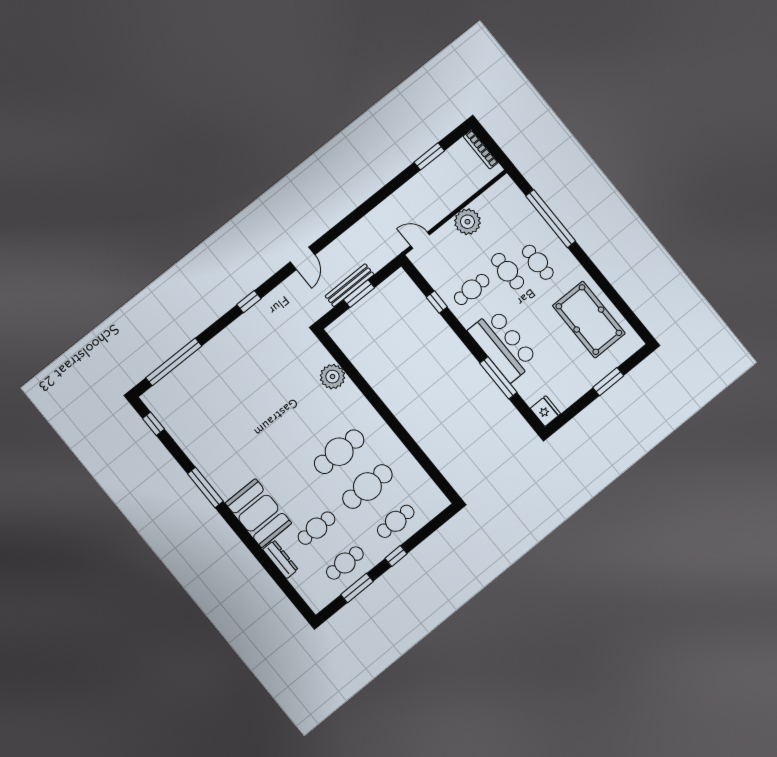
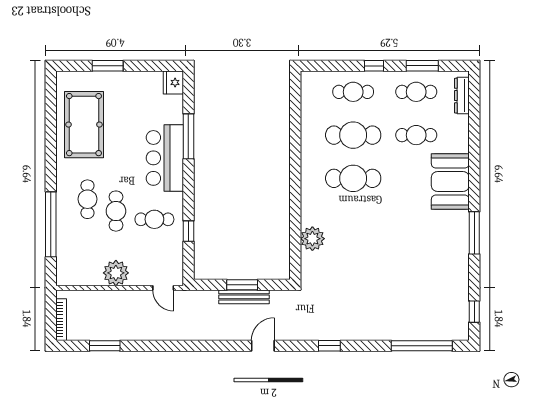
dresser: (280, 559) -> (462, 96), moved

